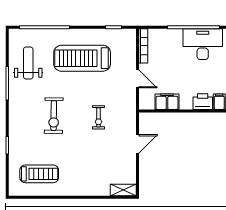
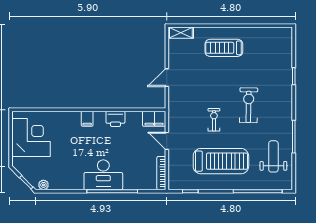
weight bench: (28, 63) -> (273, 156), turned 180
filing cabinet: (167, 102) -> (154, 119), moved
printer: (203, 102) -> (115, 119), moved
exercise bike: (98, 117) -> (214, 120), moved
treadmill: (39, 174) -> (224, 48), moved

